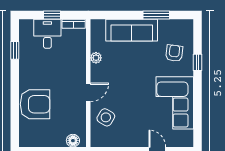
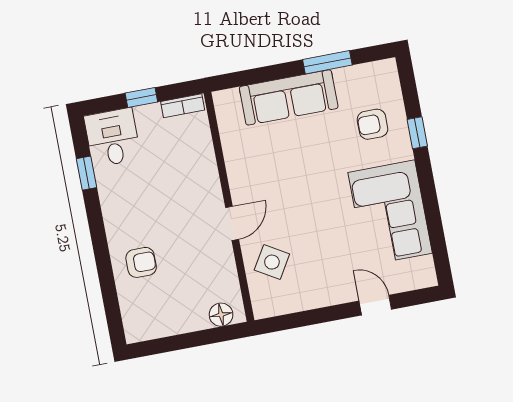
desk: (47, 34) -> (112, 138), moved
armchair: (174, 53) -> (372, 124), turned -97
plant: (96, 58) -> (234, 159), removed
armchair: (35, 104) -> (141, 262), width x0.53, depth x0.53

